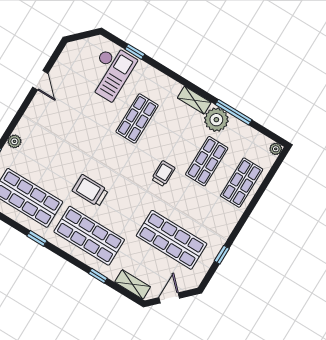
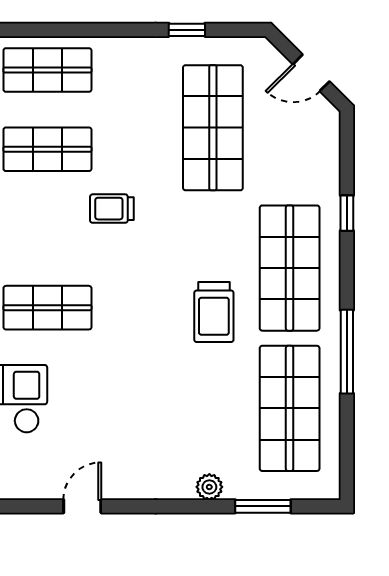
window: (37, 238) -> (347, 352), width x2.17
shelving: (133, 284) -> (326, 147), removed

